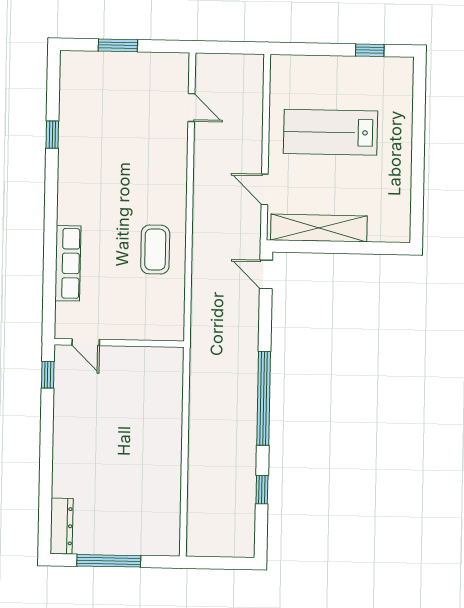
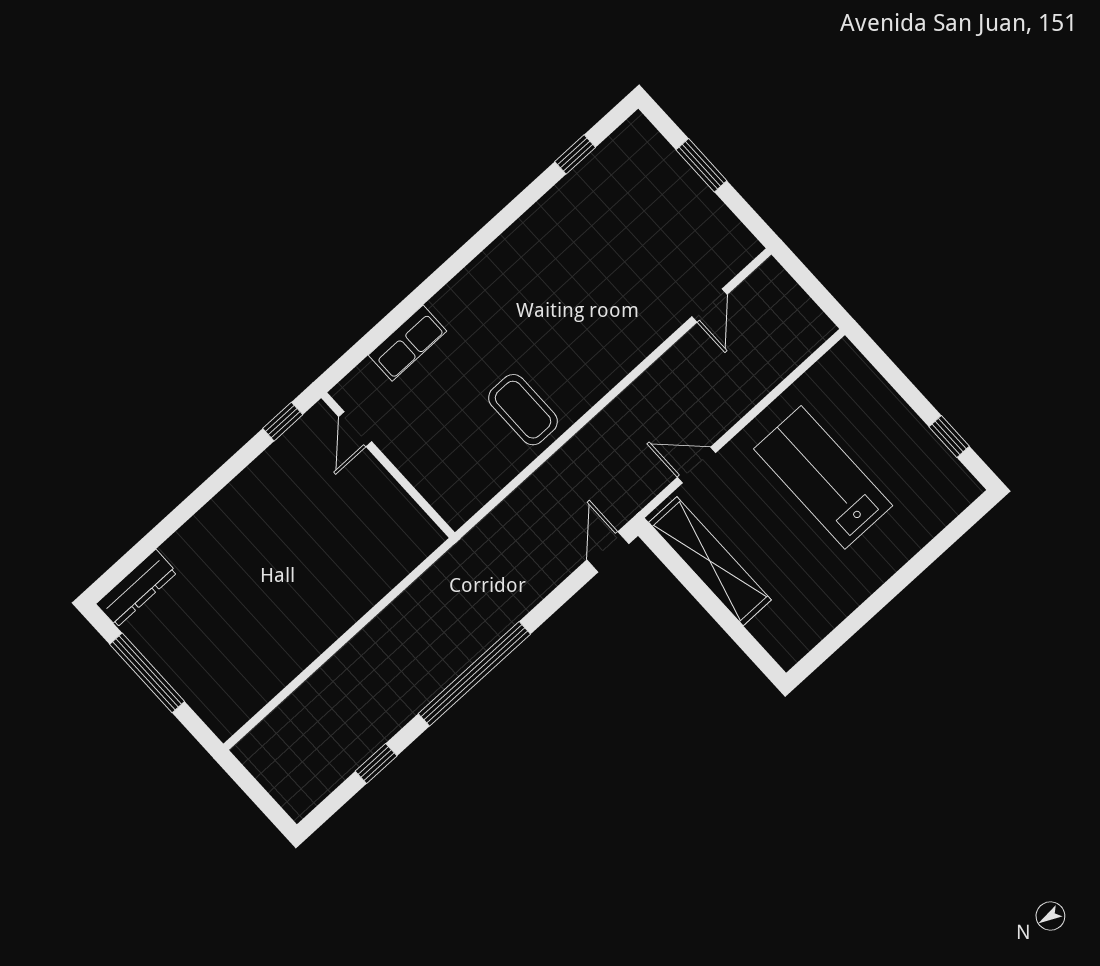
window: (52, 135) -> (575, 154), moved
door: (265, 189) -> (697, 465), hinge flipped
coffee table: (155, 250) -> (523, 410), turned 90
row of seats: (68, 263) -> (408, 343), width x0.68

